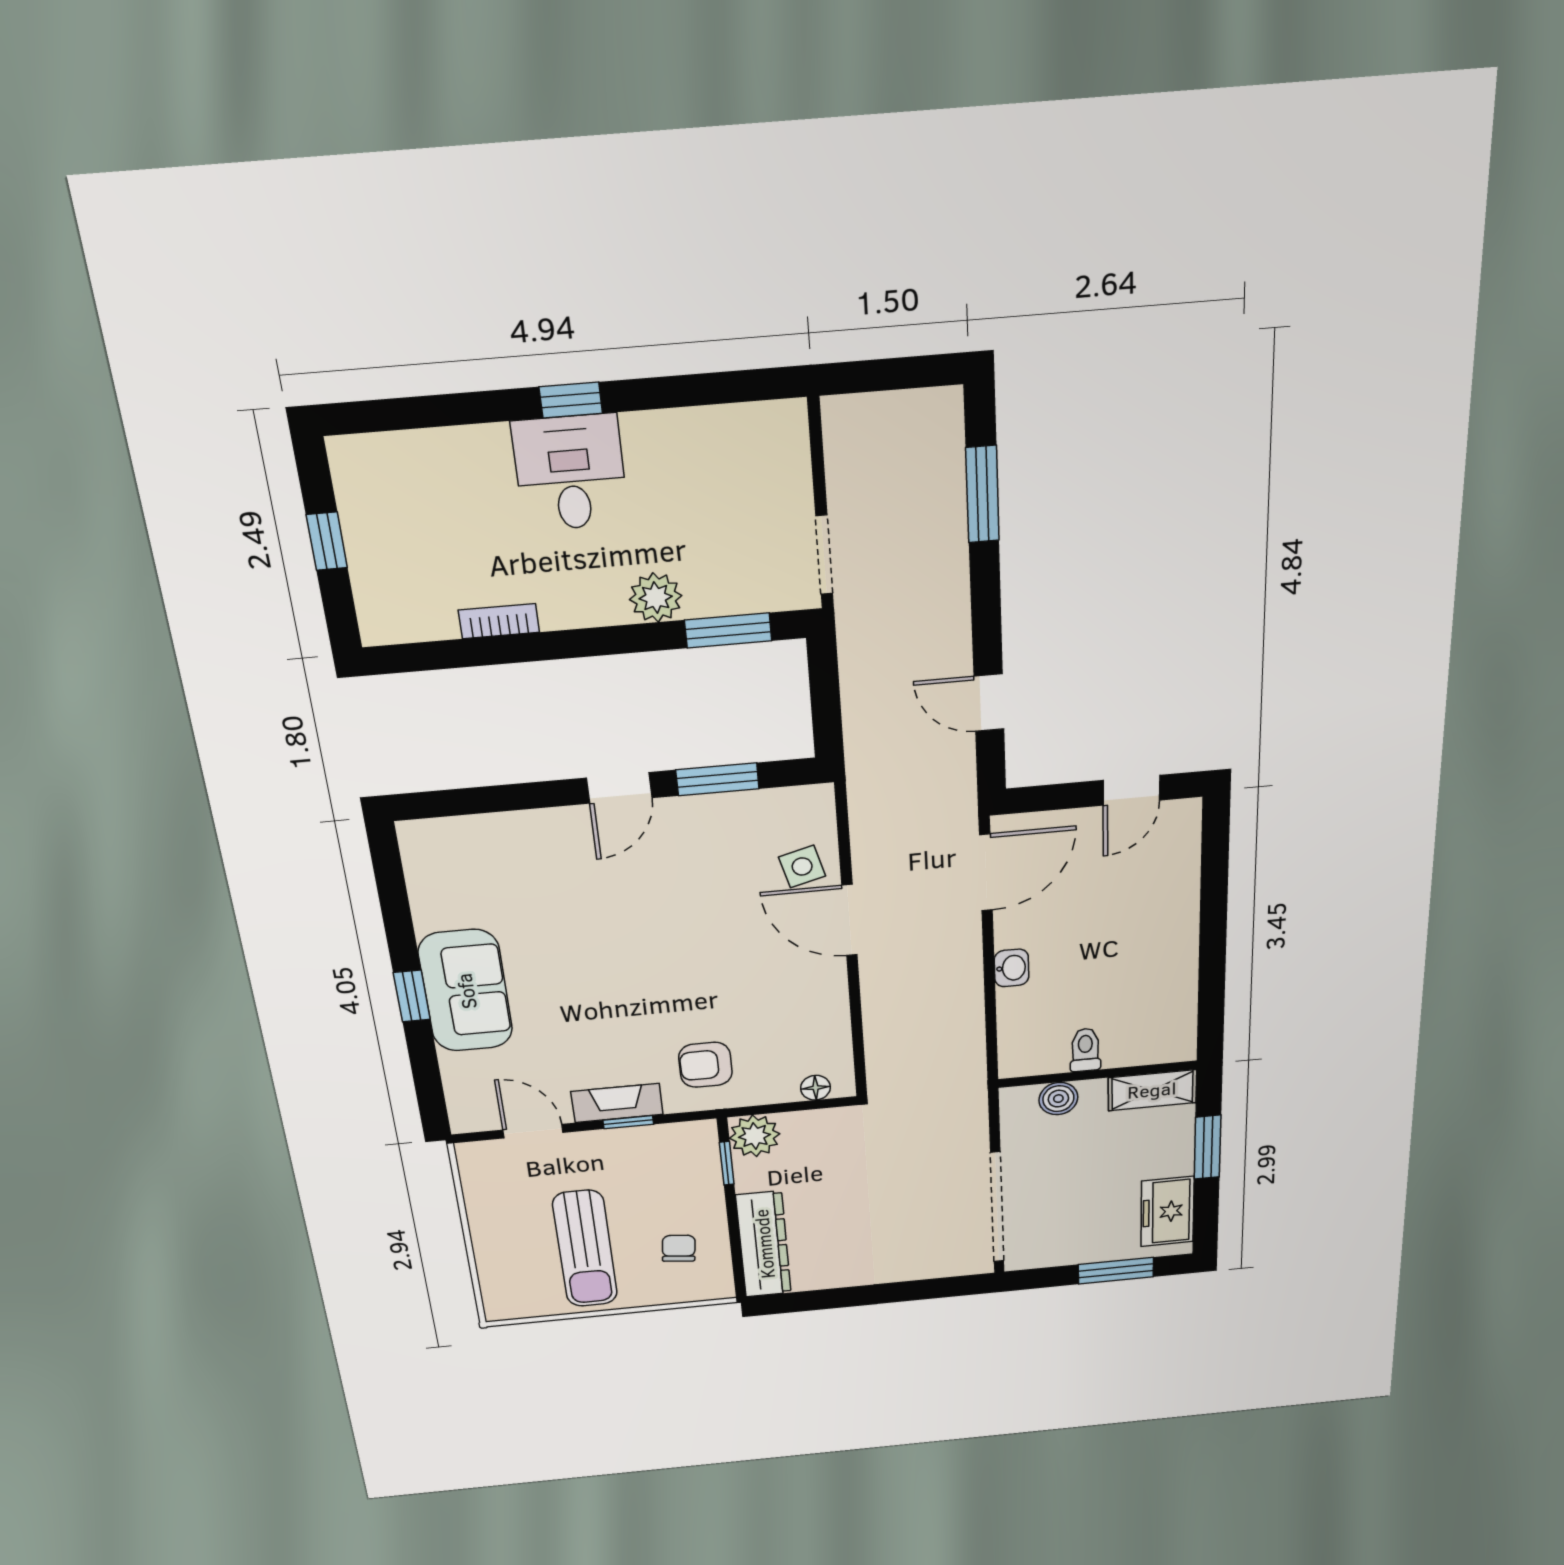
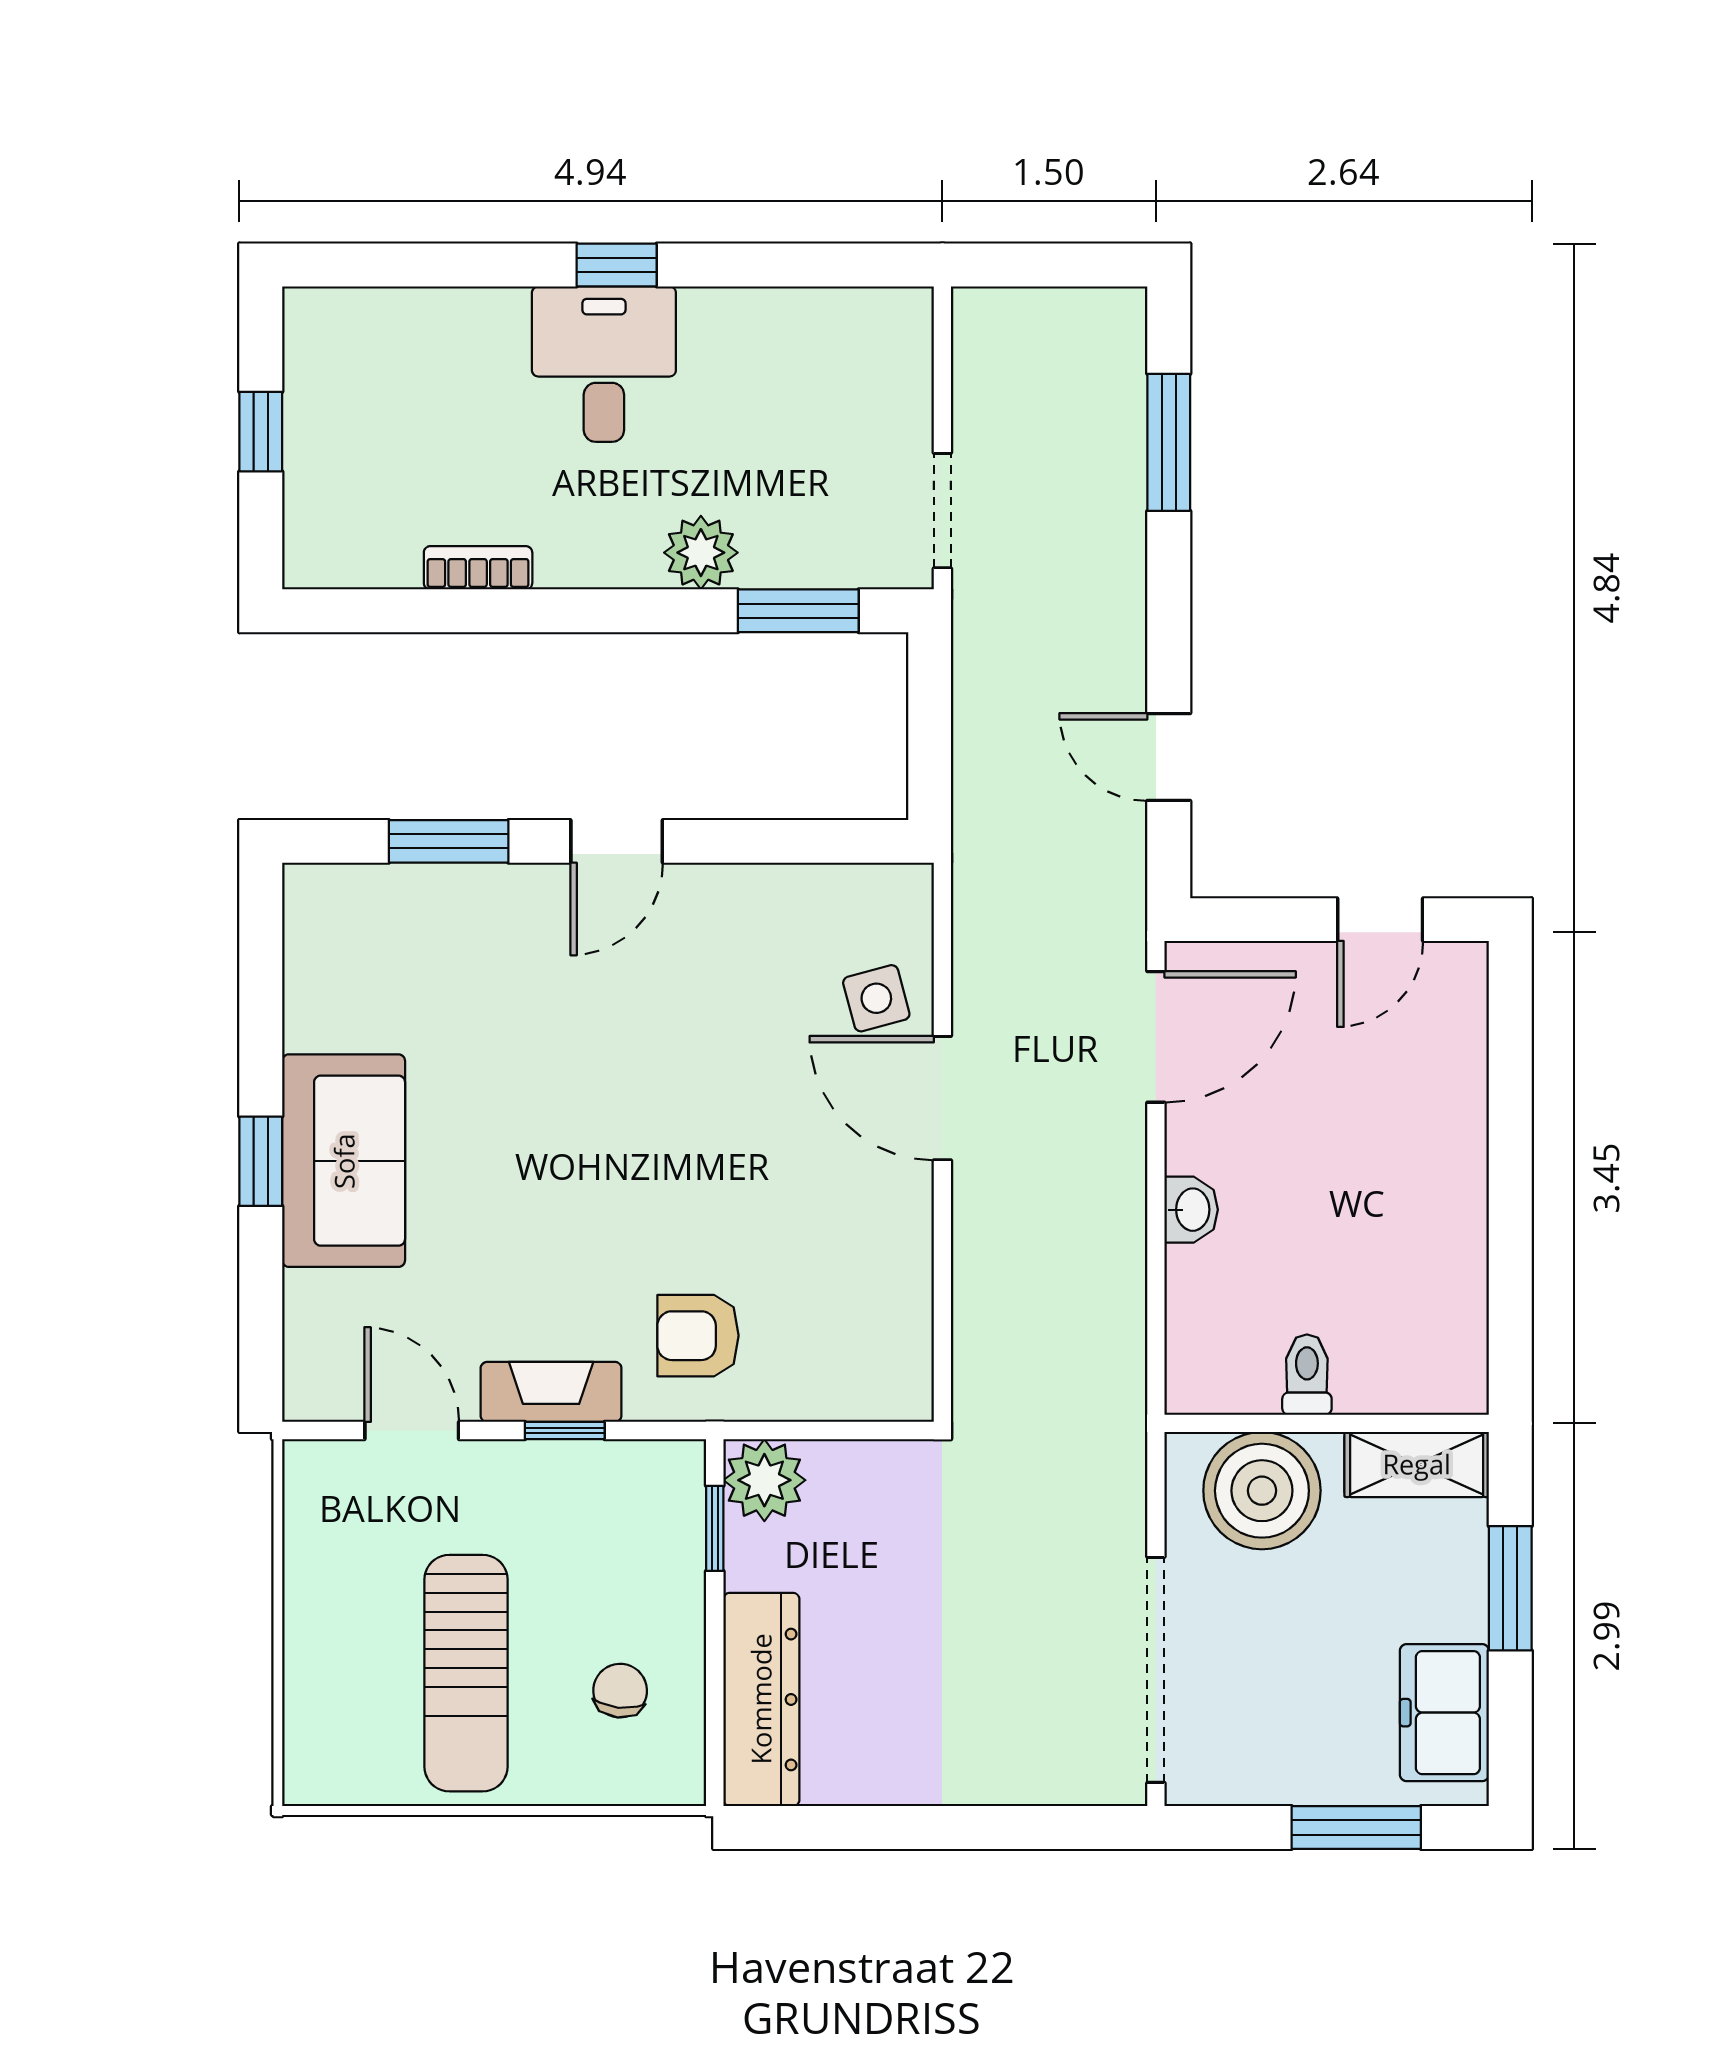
window: (717, 779) -> (449, 841), moved
floor lamp: (816, 1088) -> (869, 1398), removed
boiler: (1058, 1099) -> (1262, 1491), width x1.86, depth x1.86

